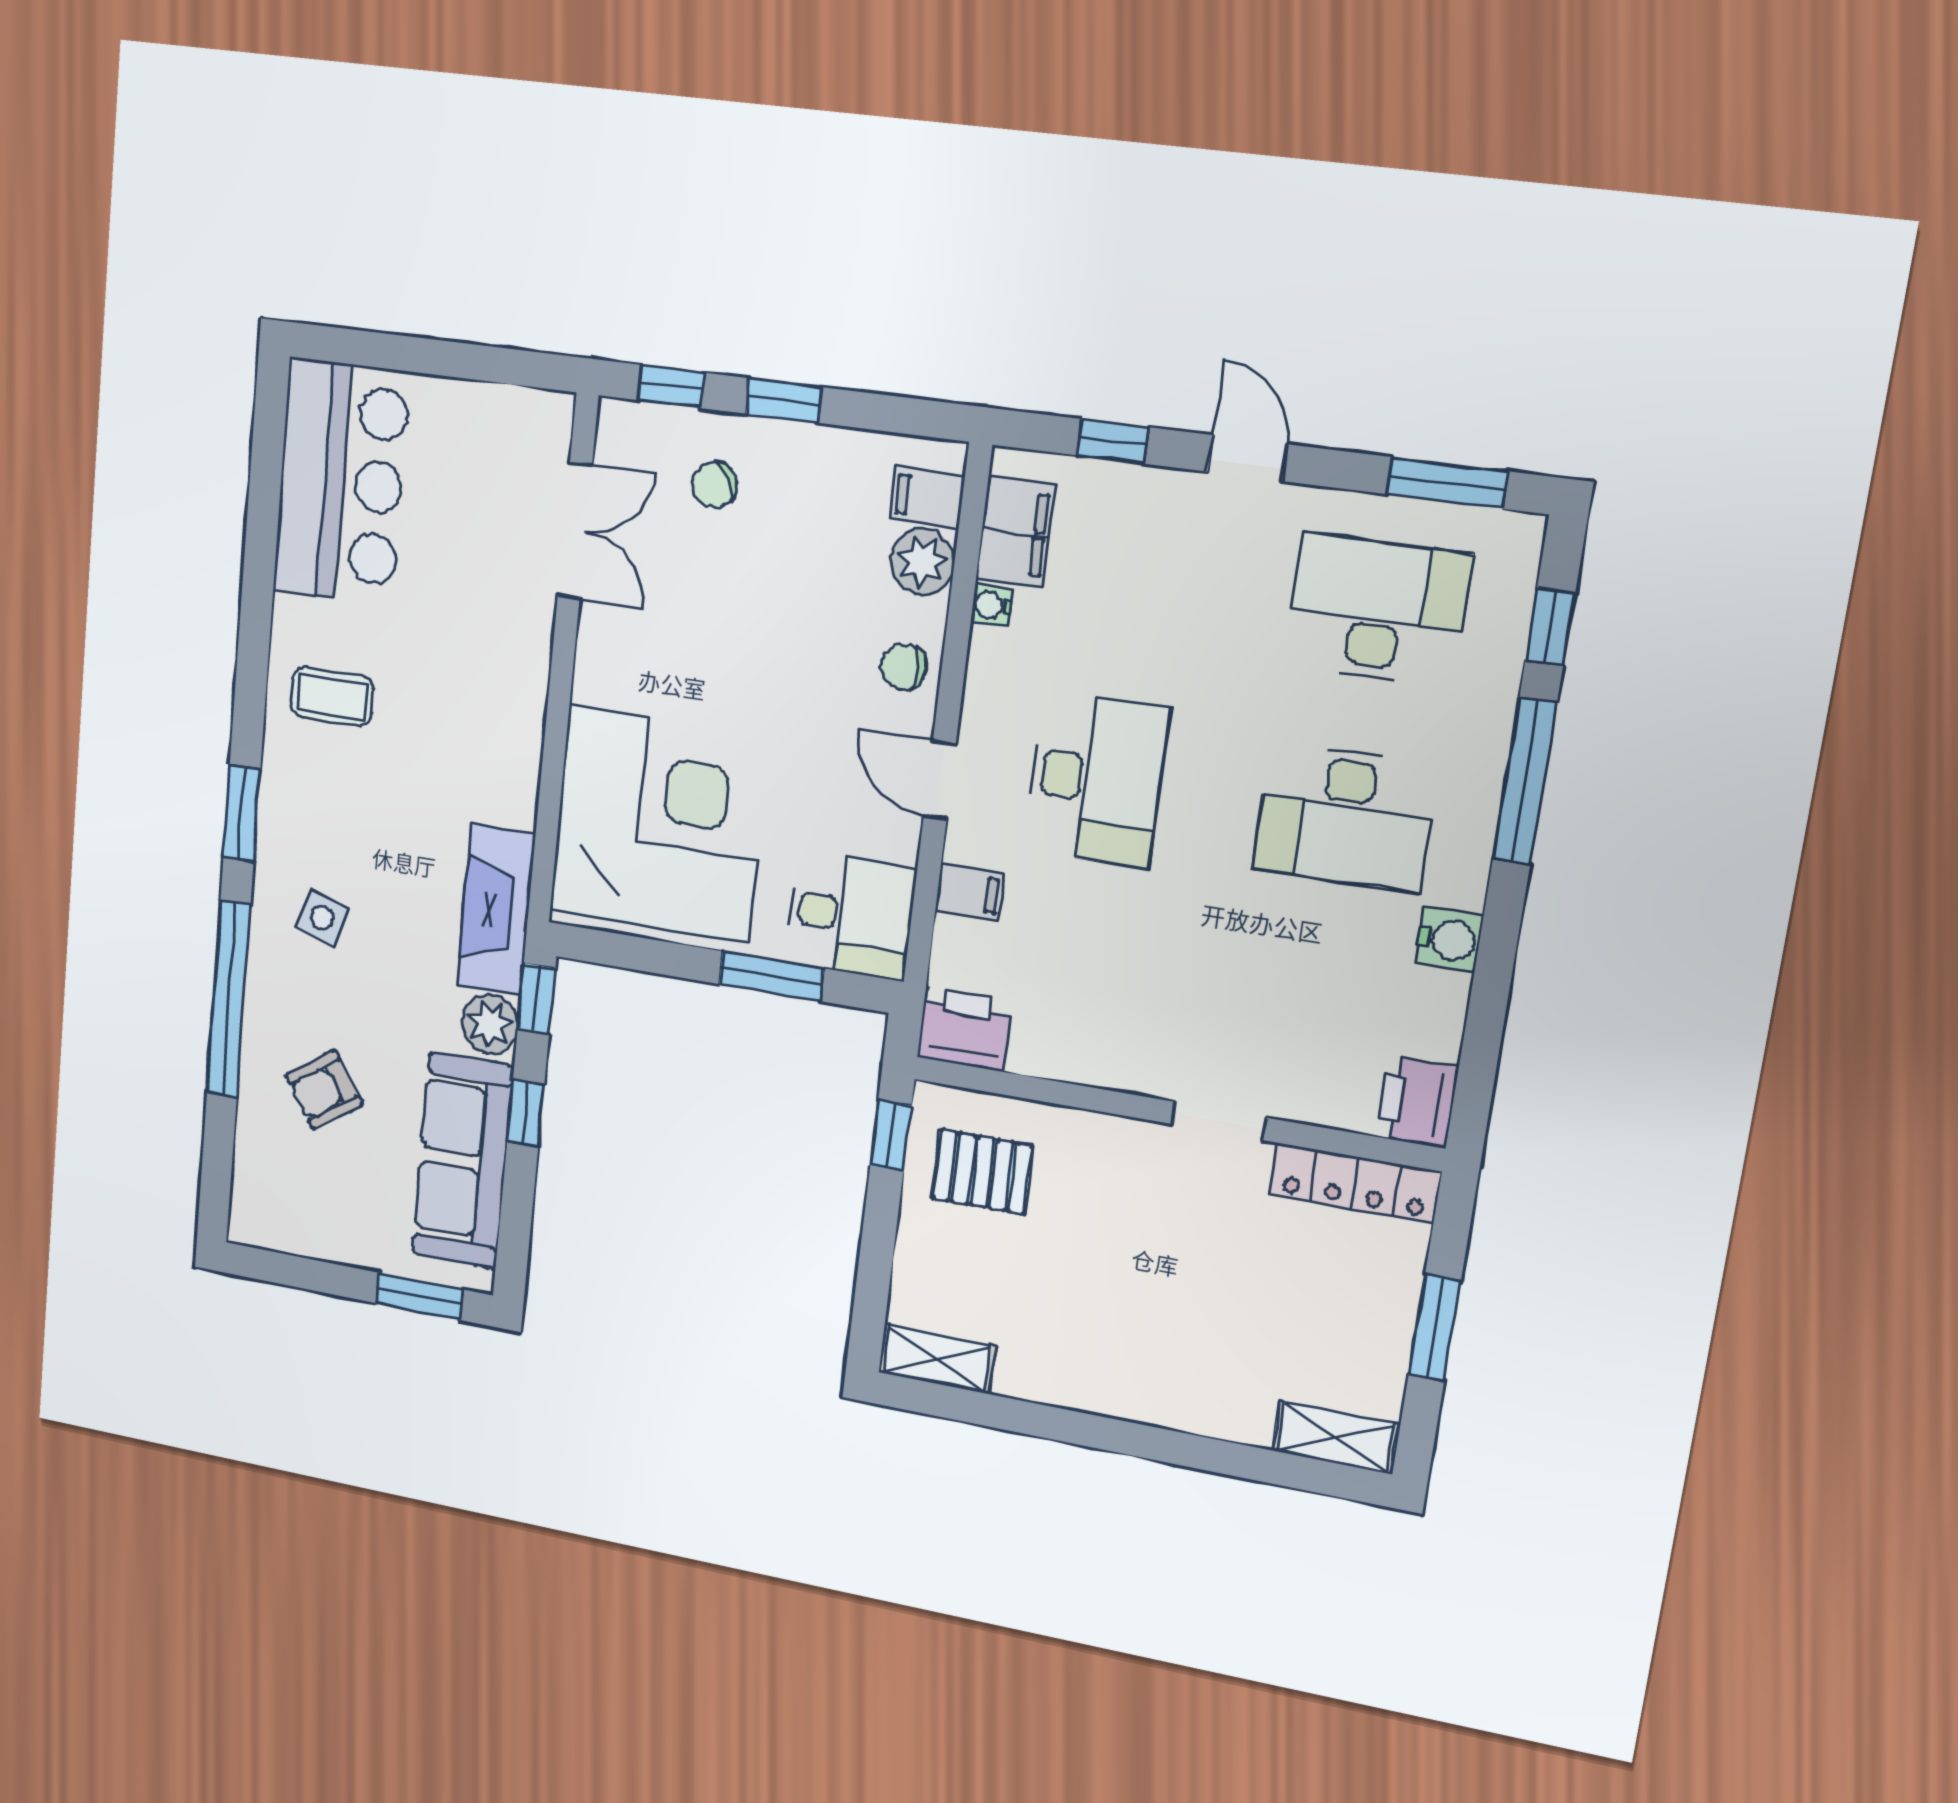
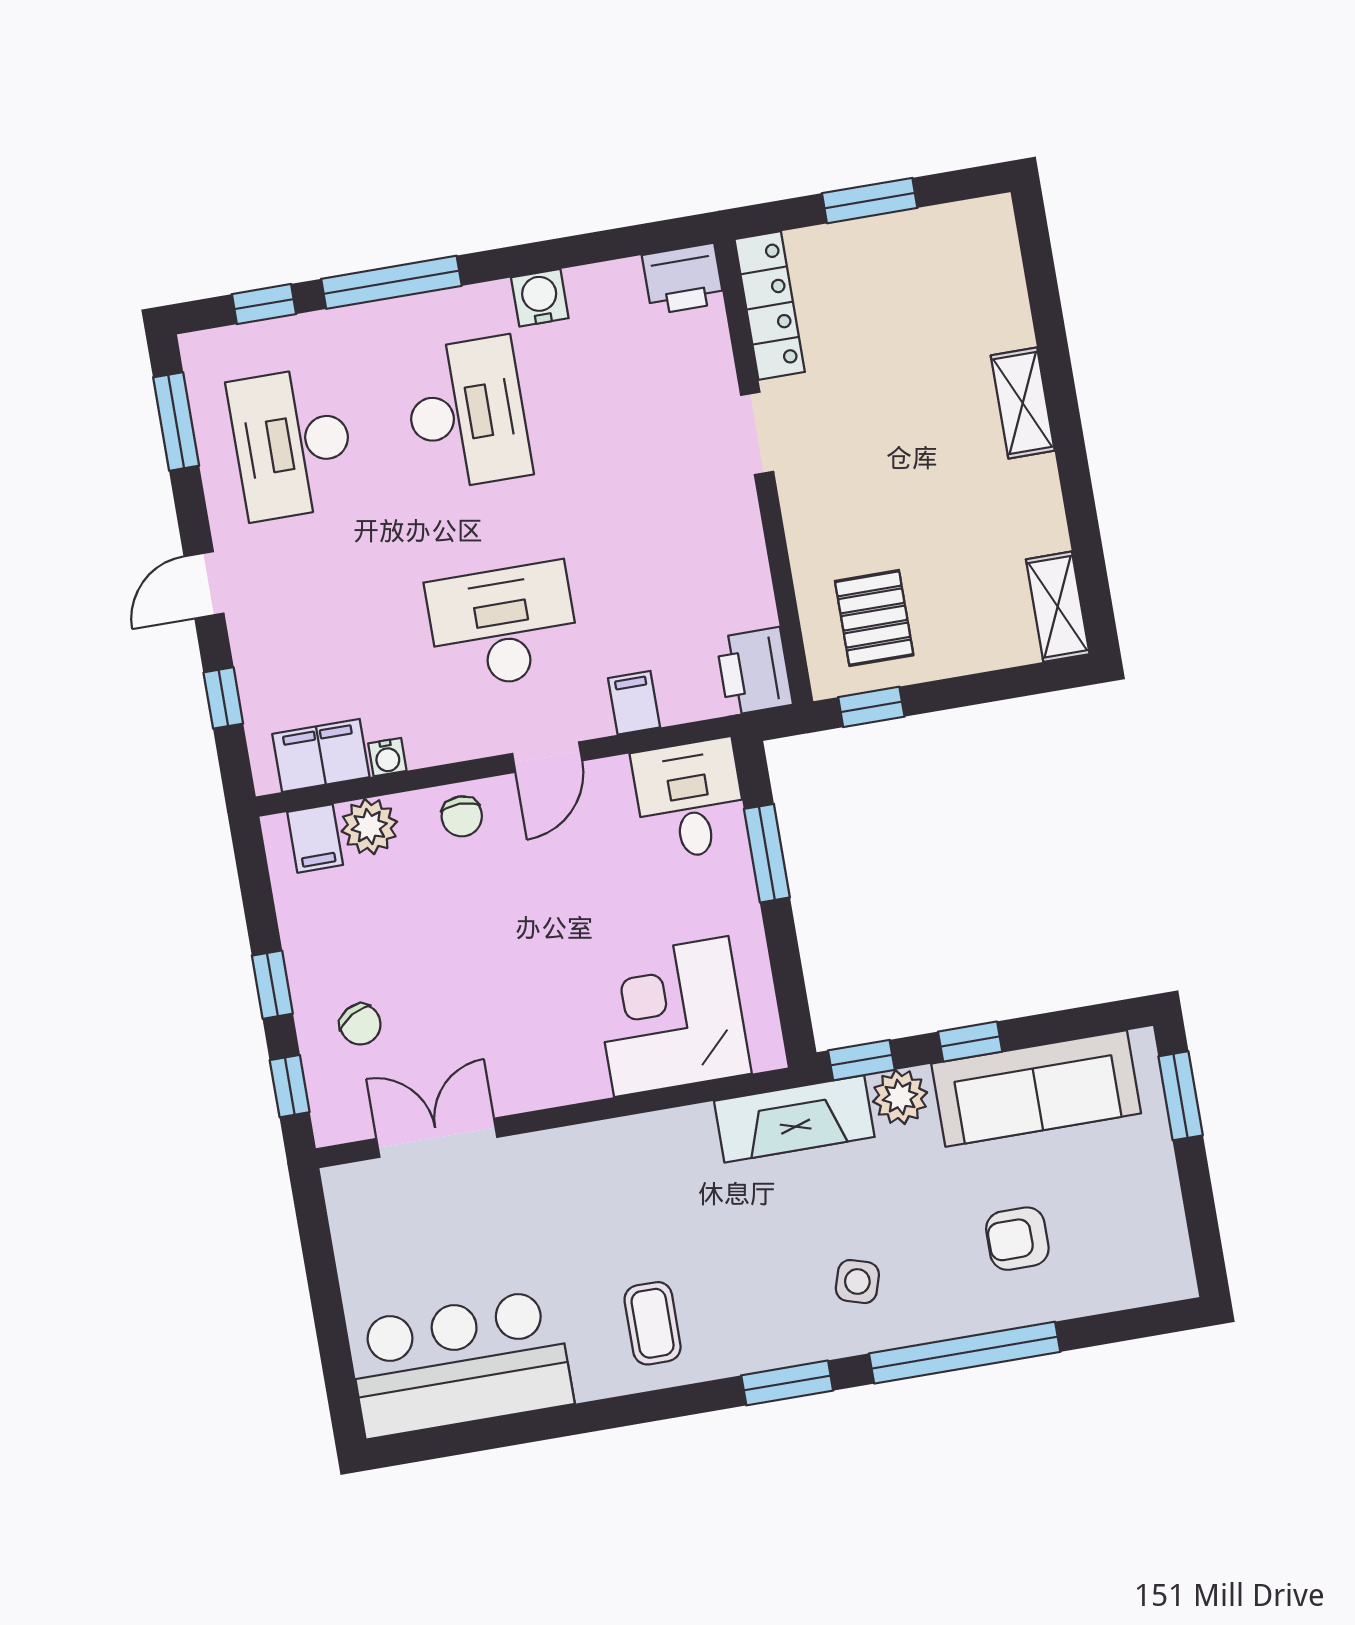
corner desk: (659, 824) -> (671, 1017), width x0.74, depth x0.74
armchair: (324, 1090) -> (1017, 1239), turned 124
shelving: (1335, 1438) -> (1023, 403), moved

